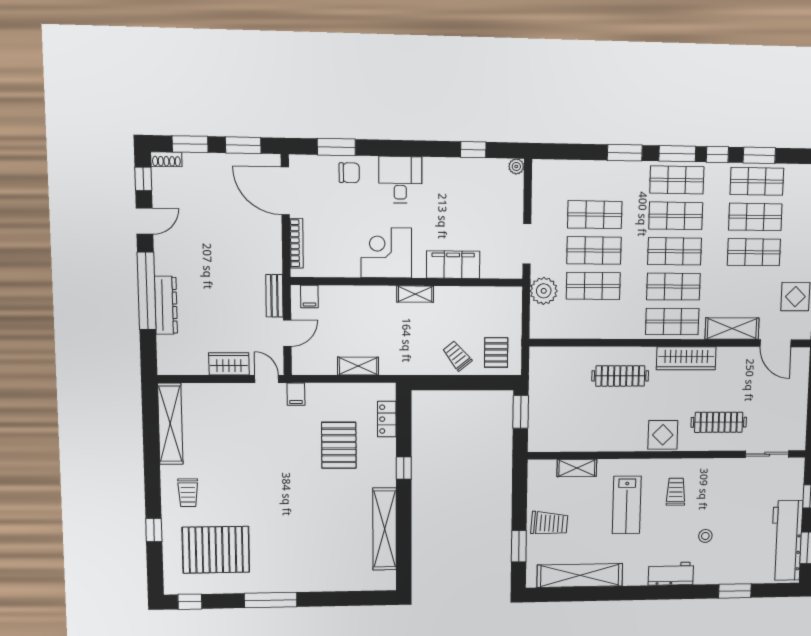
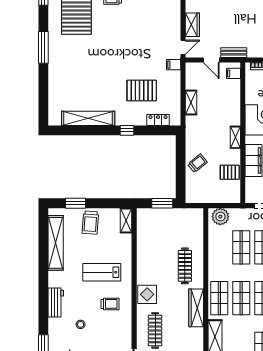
plant: (544, 291) -> (220, 217), moved
pallet: (496, 352) -> (230, 172), moved
shelving: (577, 468) -> (126, 221), moved

